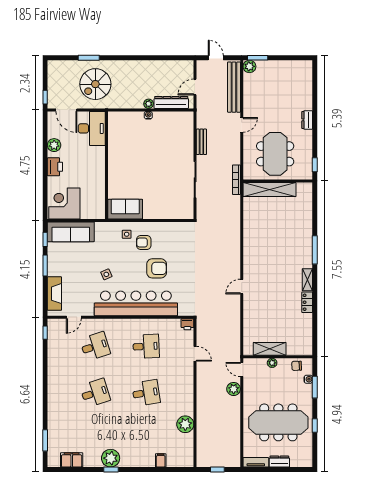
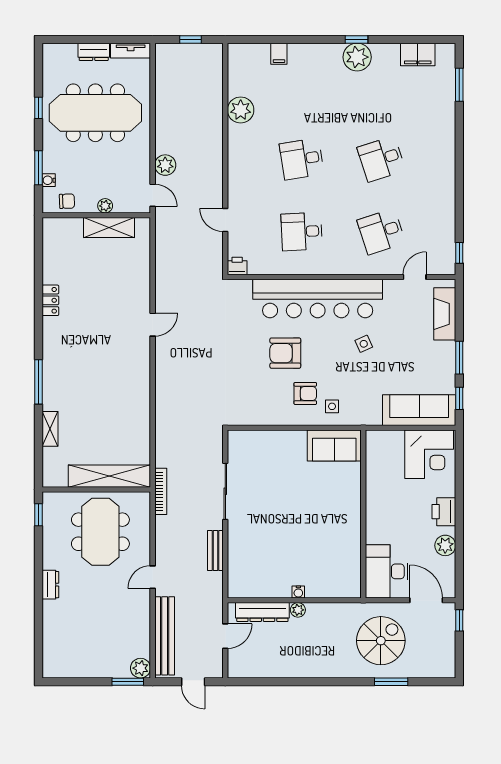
shelving: (307, 280) -> (50, 429), moved

